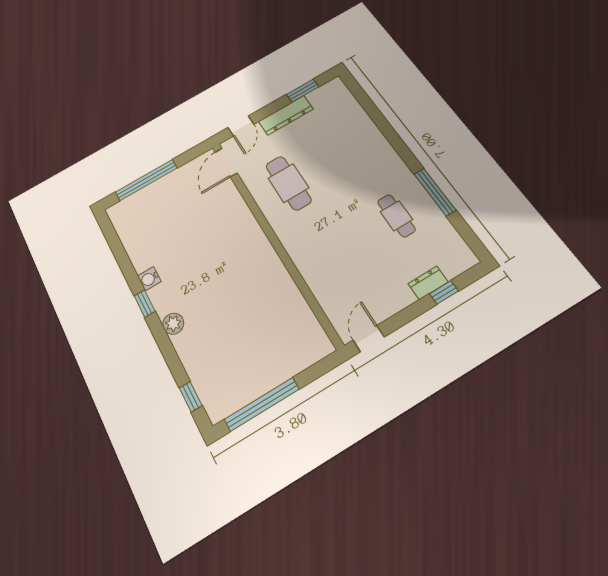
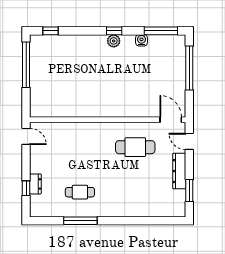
window: (114, 242) -> (161, 31), added
water cooler: (149, 279) -> (142, 40), moved
plant: (173, 324) -> (114, 41), moved

